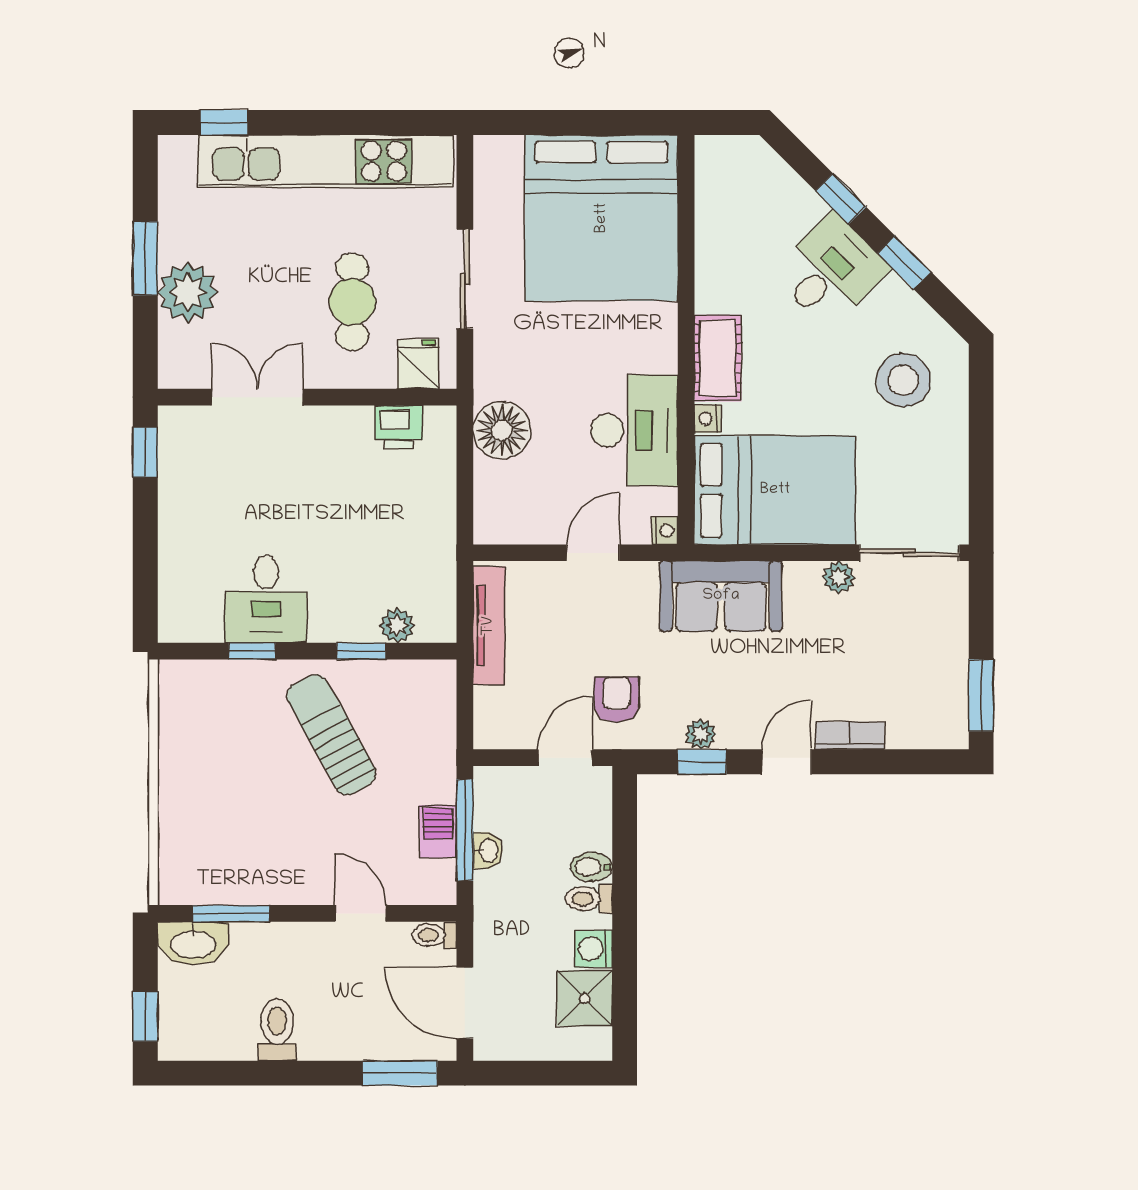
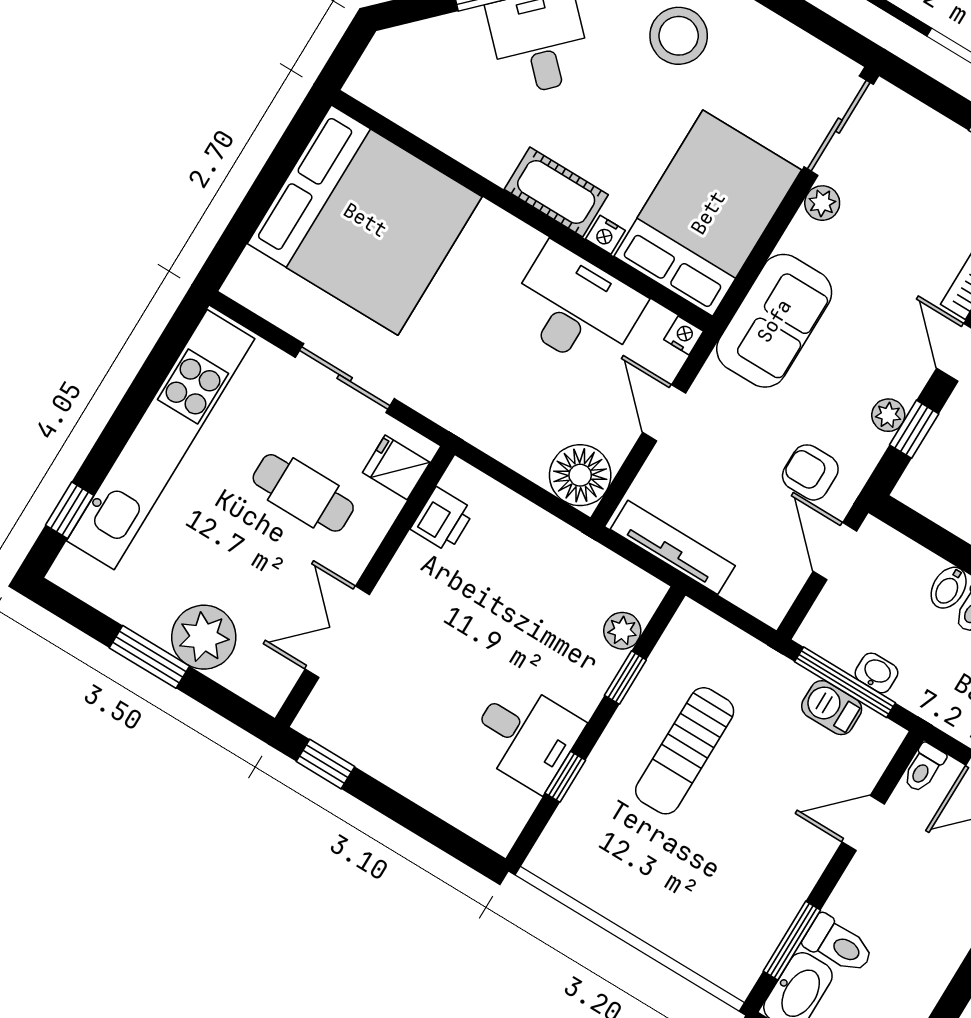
floor lamp: (502, 430) -> (580, 475), moved
sun lounger: (331, 734) -> (685, 751), turned -61
toilet: (277, 1030) -> (838, 945), moved, turned 180

